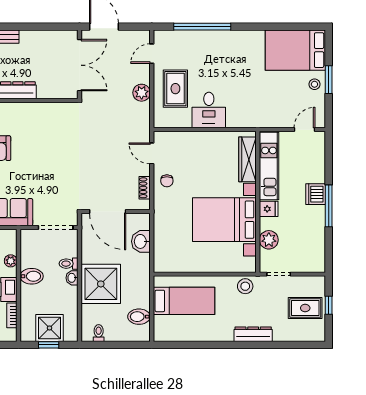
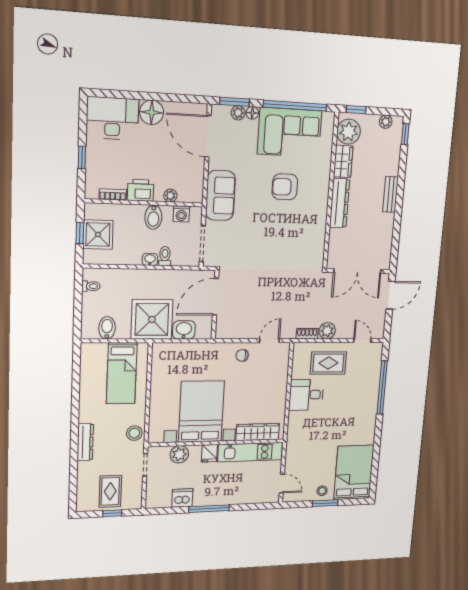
shoe rack: (145, 188) -> (307, 334), moved
dishwasher: (316, 194) -> (182, 498), moved
washing machine: (28, 249) -> (181, 214), added
shower: (101, 284) -> (152, 319), moved

